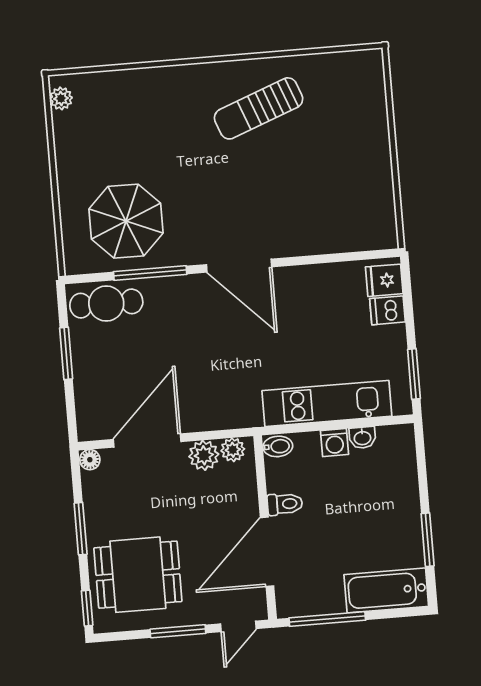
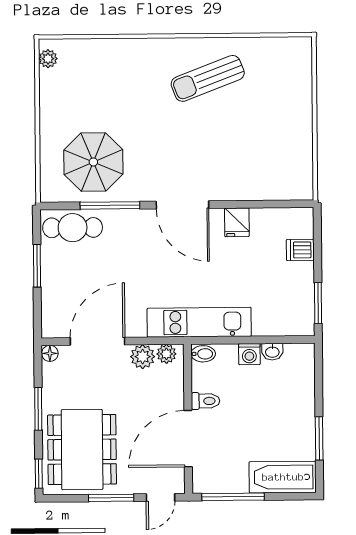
fridge: (384, 280) -> (237, 222), moved, turned -90
kitchen unit: (327, 403) -> (199, 322), moved
dining table: (138, 575) -> (82, 450), width x1.38

